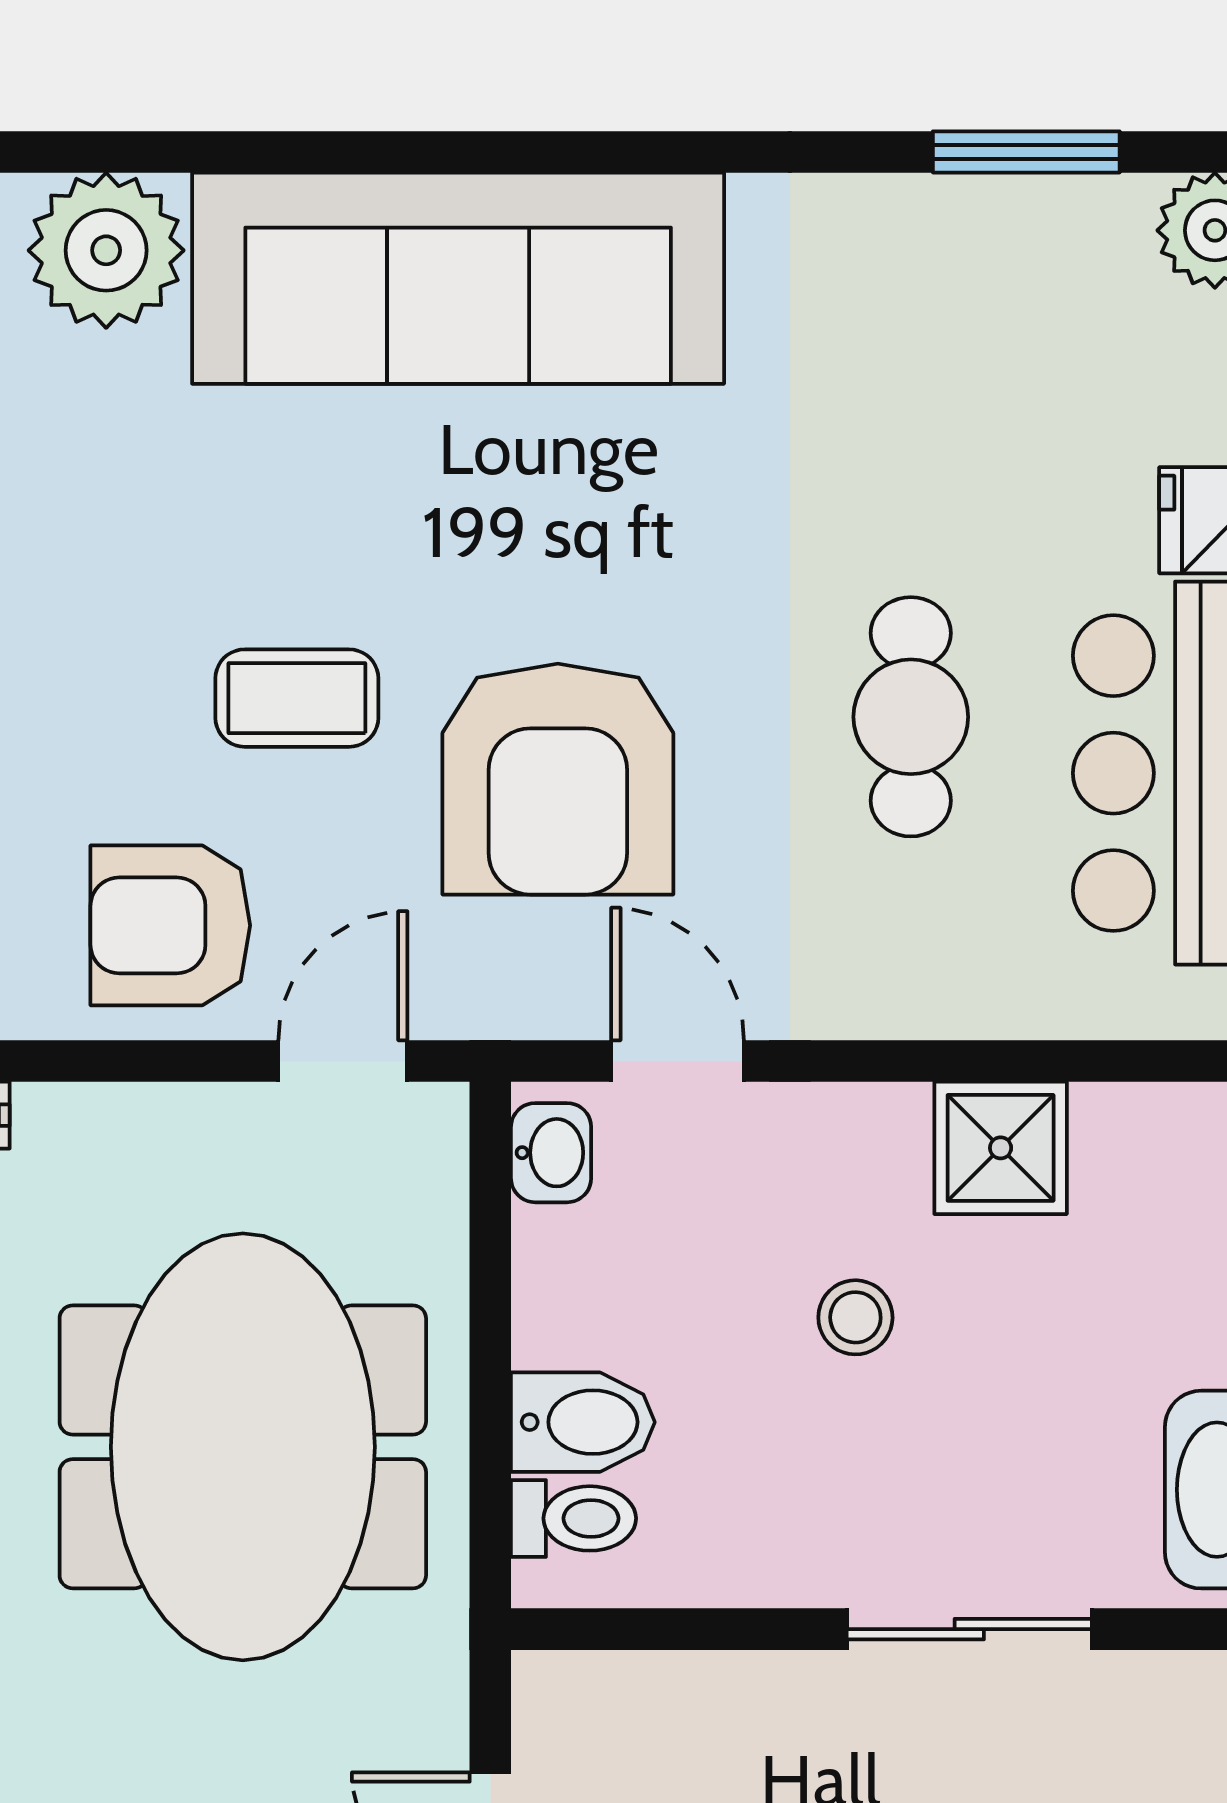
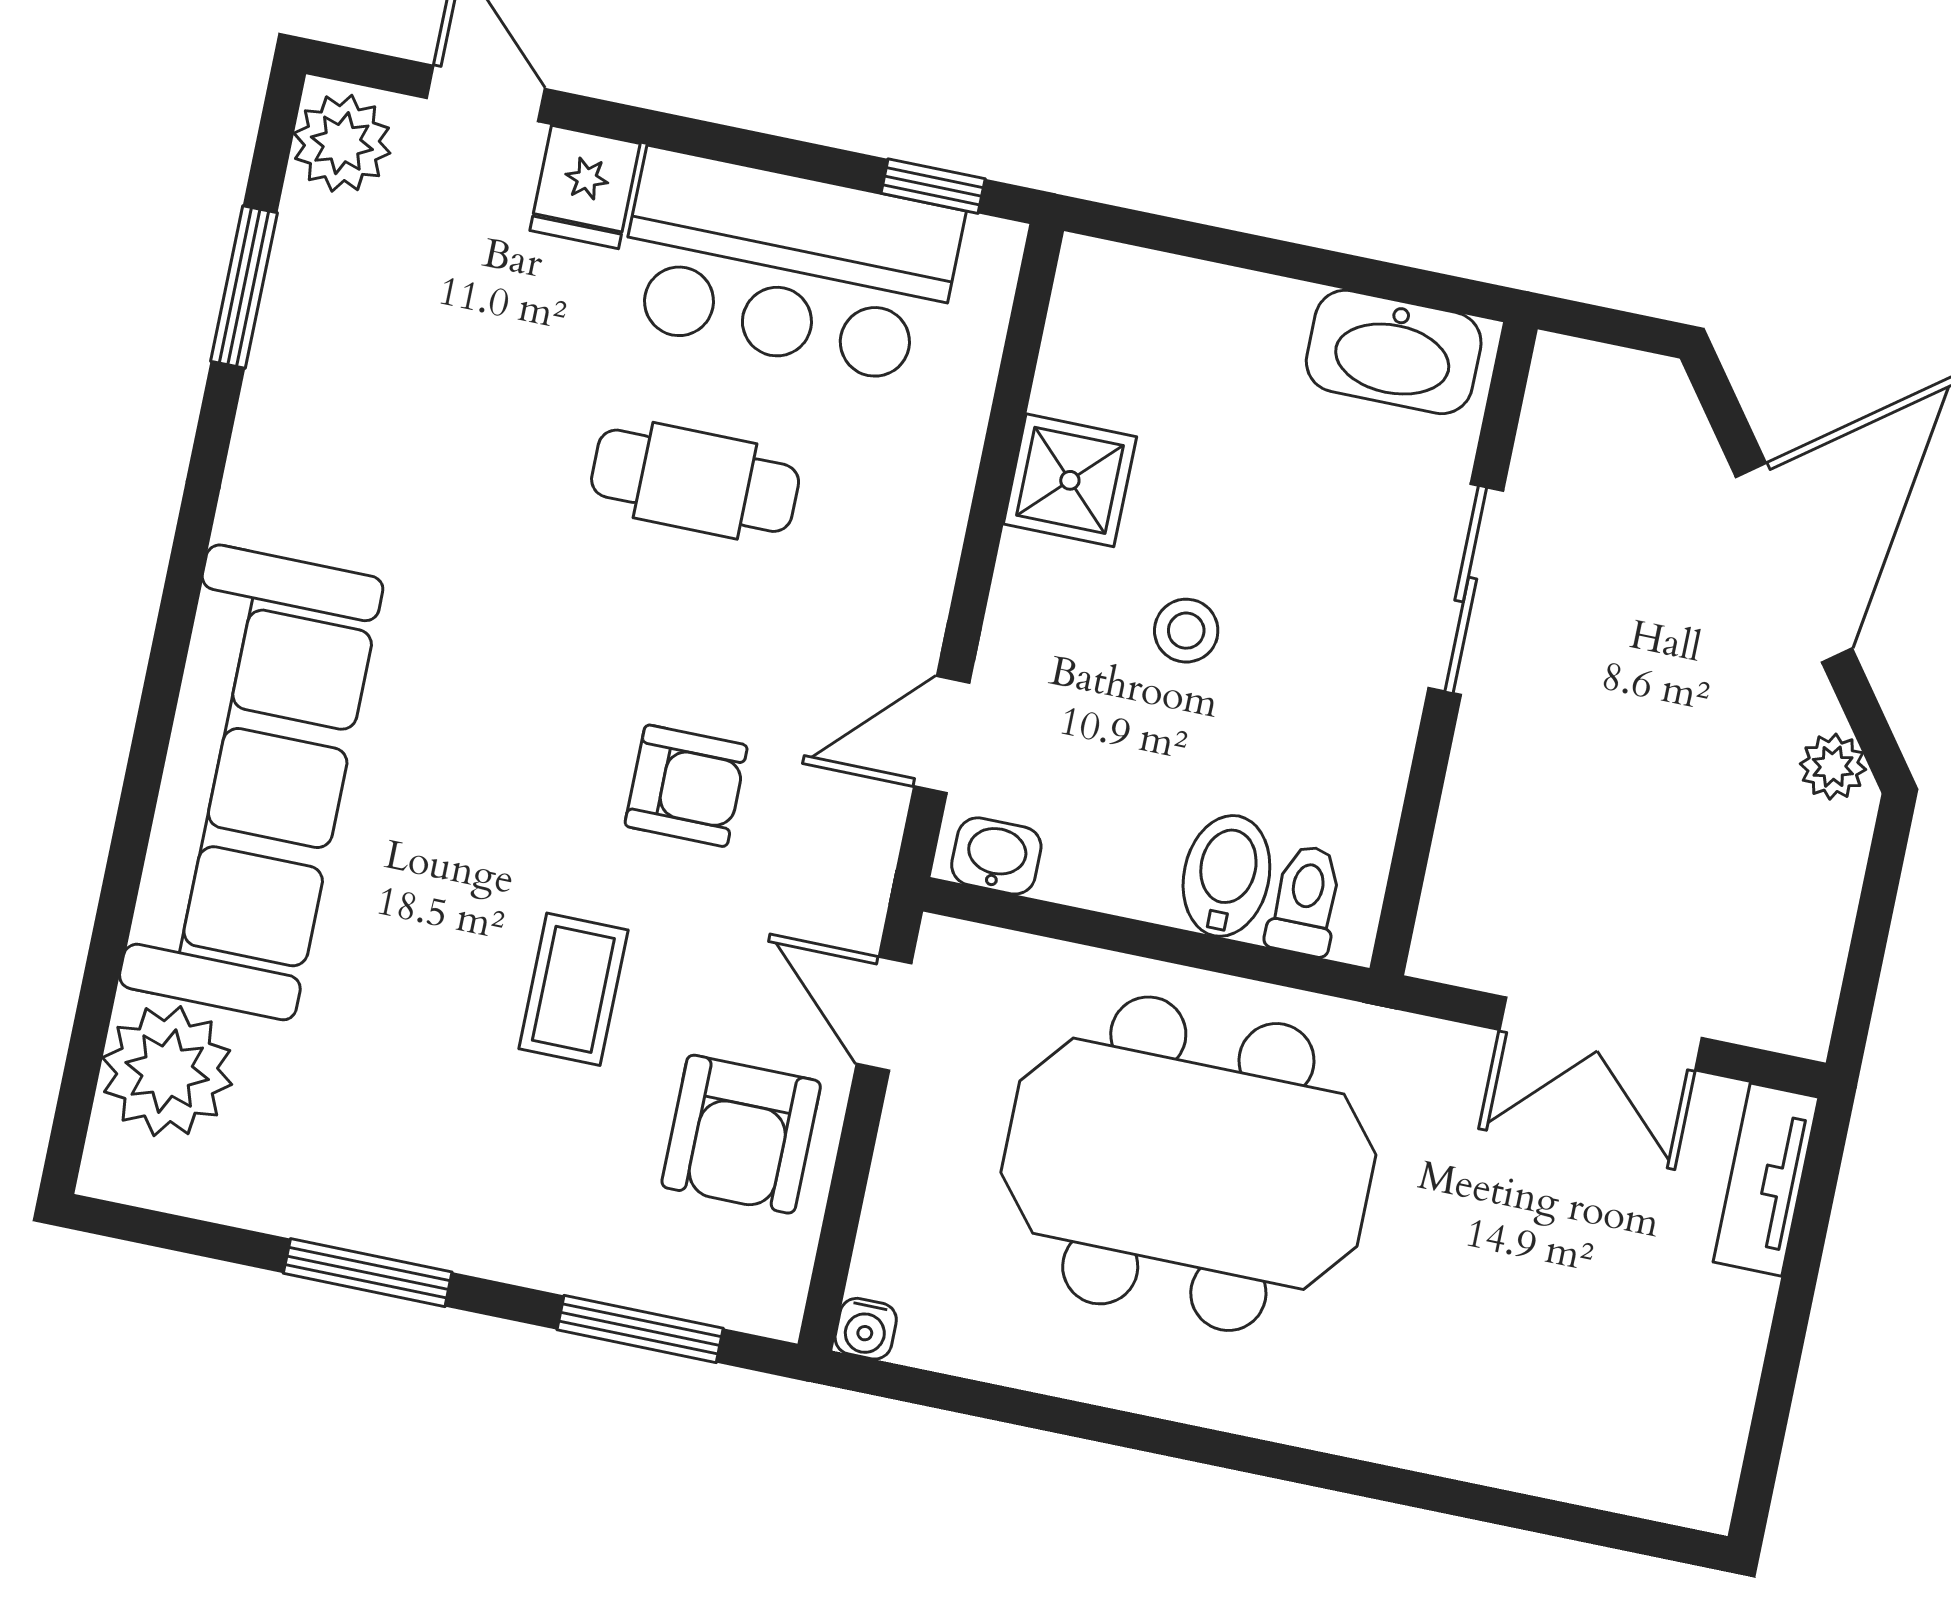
armchair: (558, 779) -> (686, 786), width x0.53, depth x0.53

